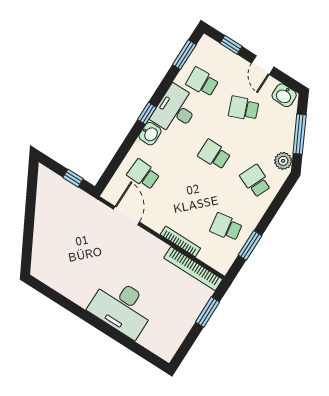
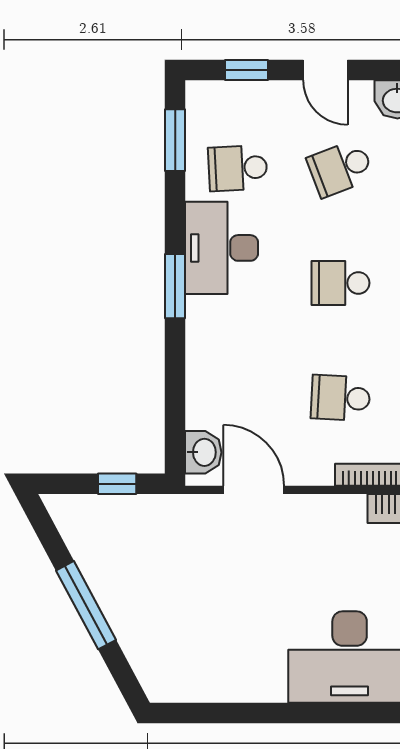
window: (147, 113) -> (175, 286), width x1.50
washbasin: (150, 134) -> (203, 452), moved
school desk: (143, 174) -> (340, 398), moved
window: (29, 219) -> (86, 605), added

